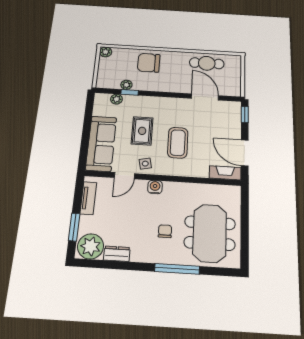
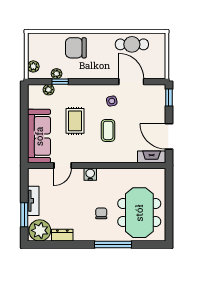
plant: (106, 52) -> (33, 66), moved
coffee table: (178, 143) -> (108, 130), width x0.73, depth x0.77
side table: (145, 164) -> (112, 101), moved
tv unit: (88, 198) -> (33, 201), moved

